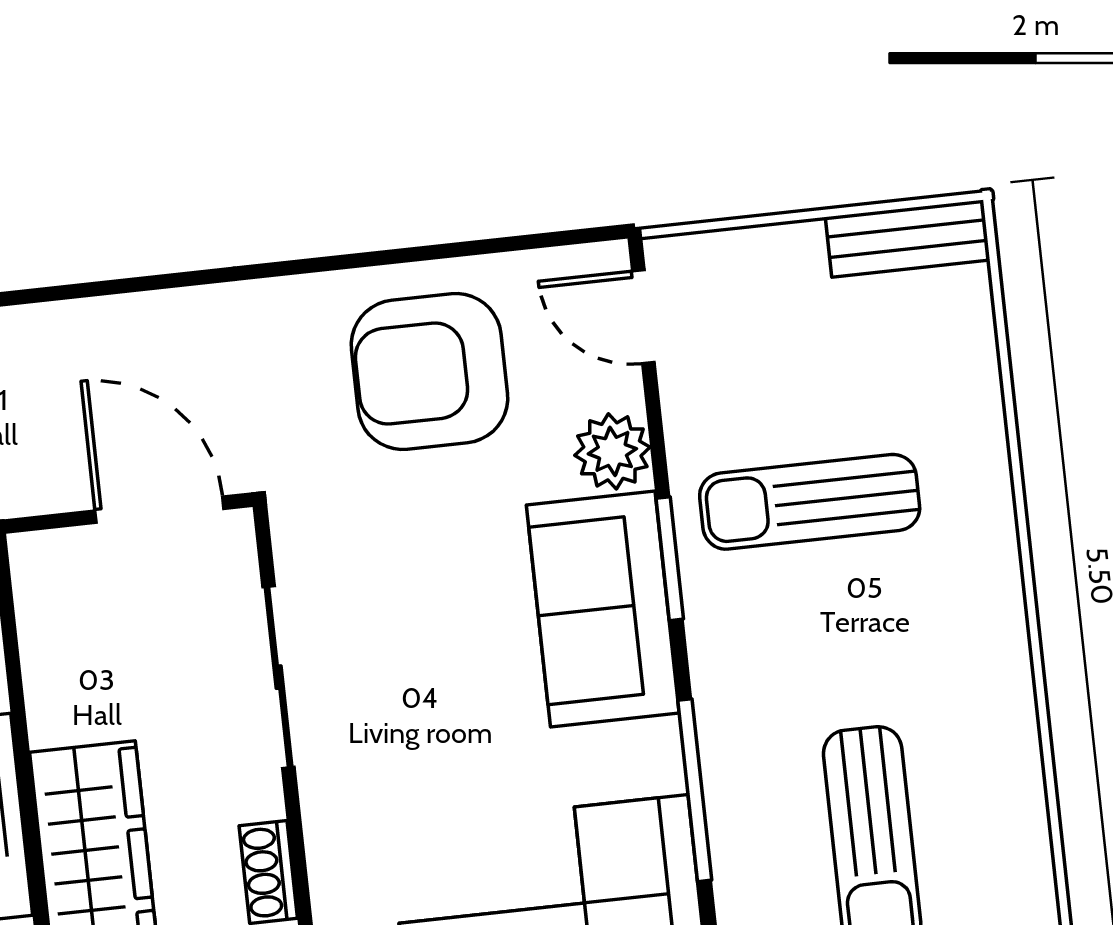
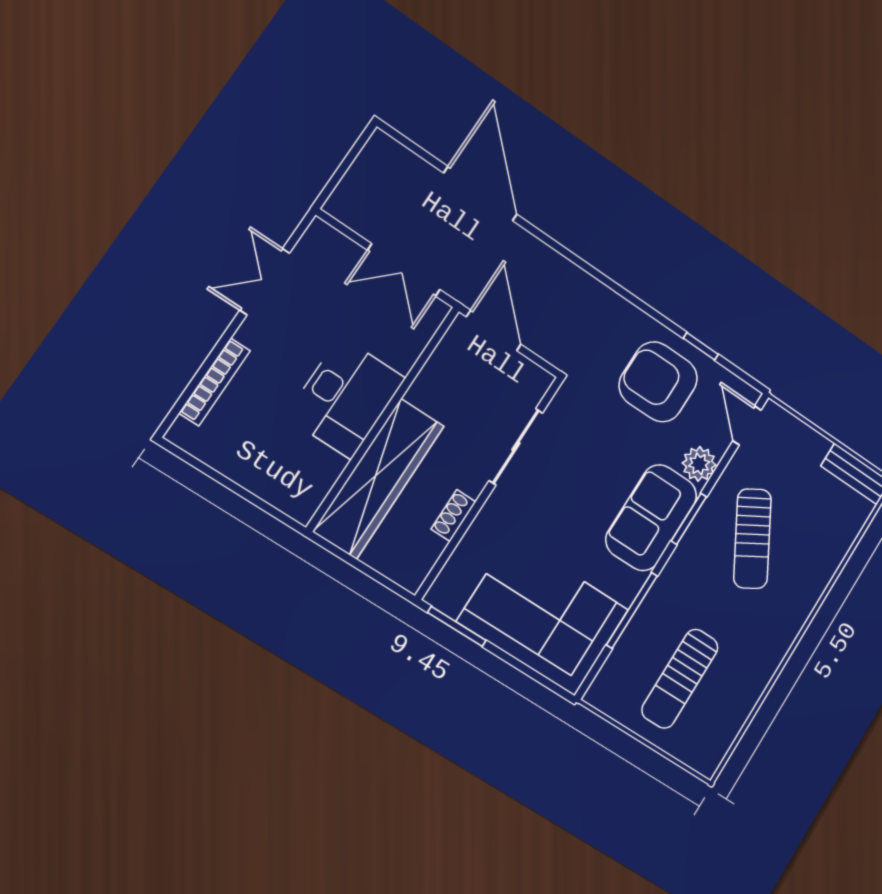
window: (453, 250) -> (701, 346), added
sun lounger: (810, 502) -> (752, 539), turned -120
door: (159, 510) -> (494, 331), moved

